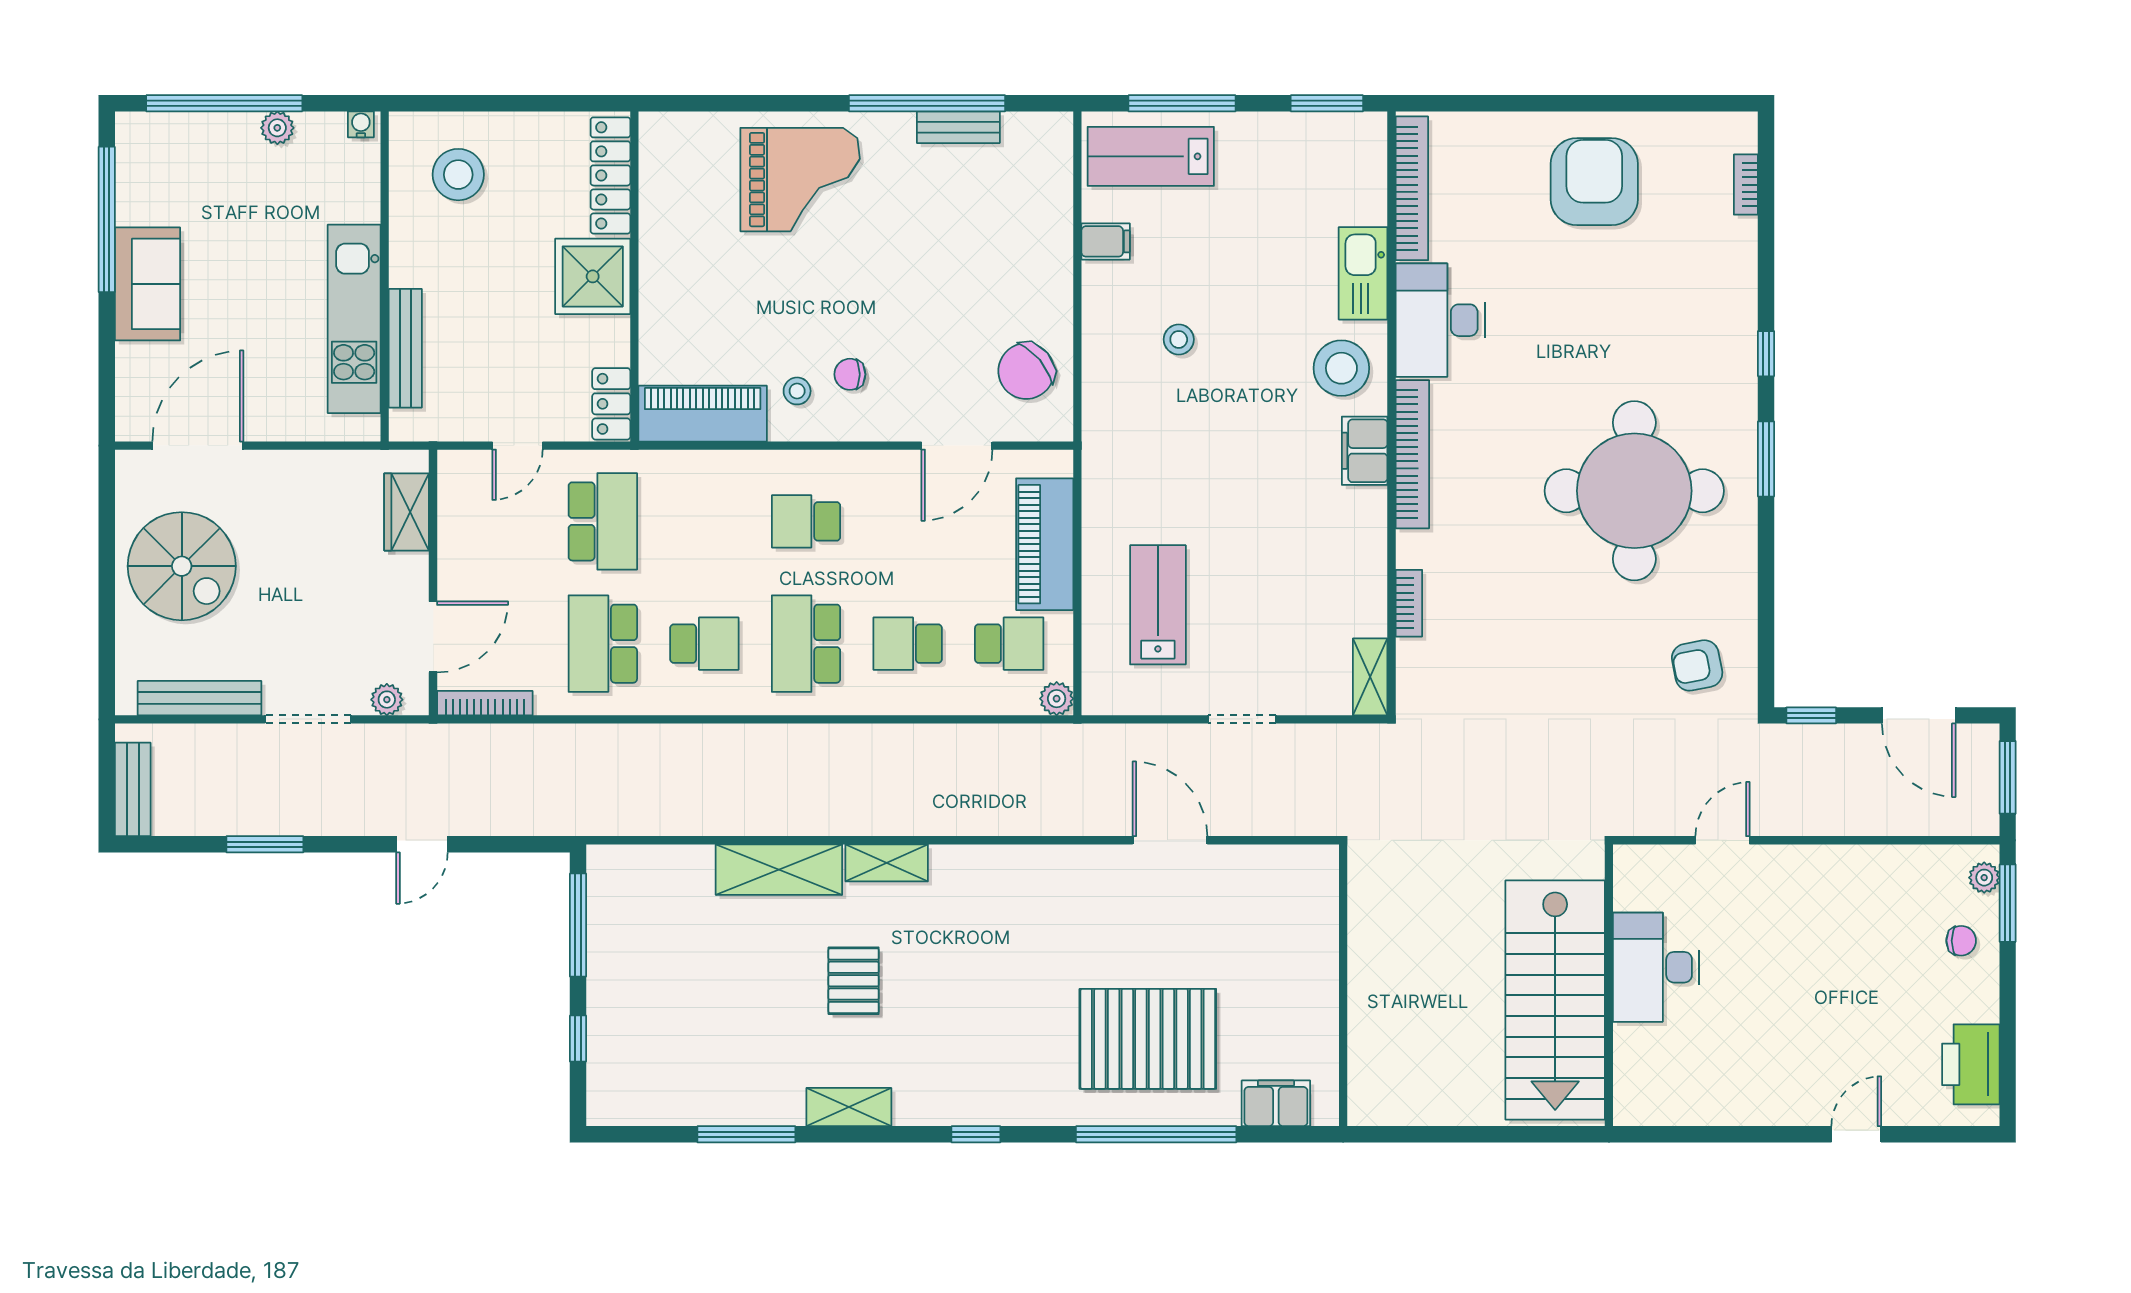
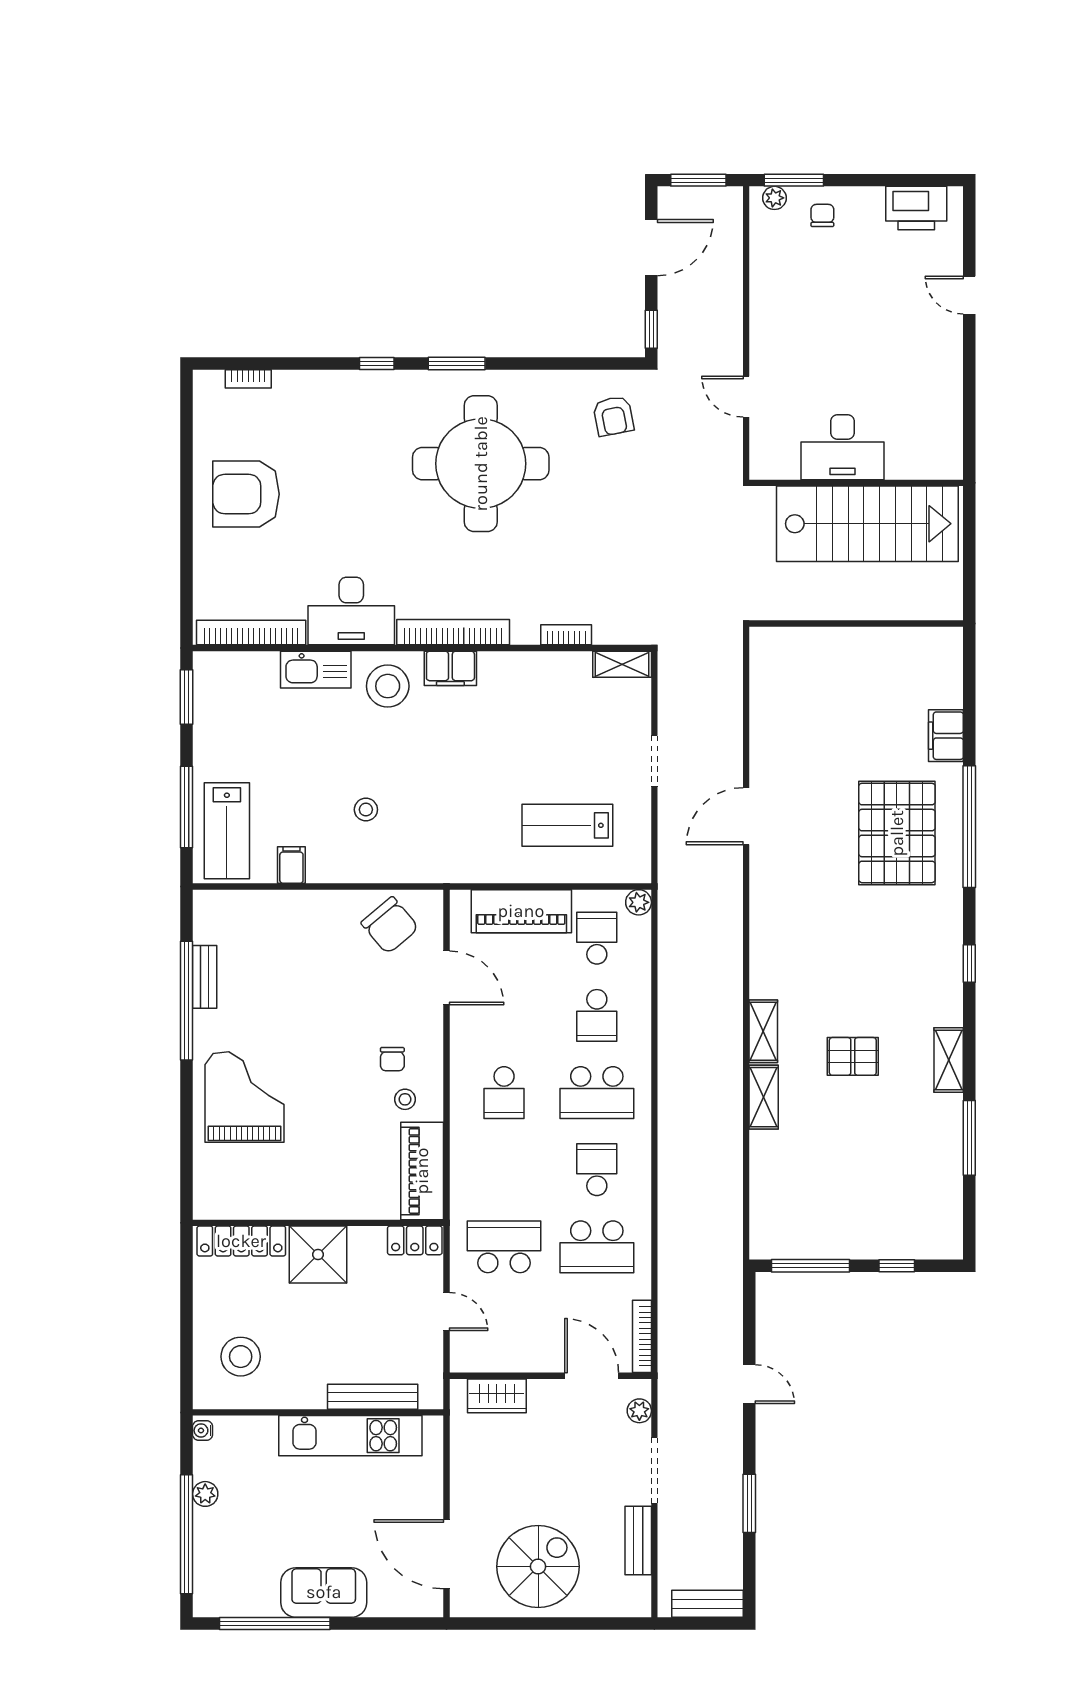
bench: (200, 698) -> (638, 1540), width x0.73
shelving: (779, 870) -> (764, 1097), width x0.67, depth x0.75
wall: (1343, 985) -> (856, 624), moved

